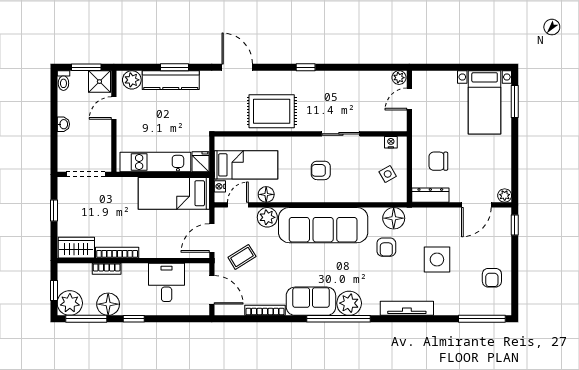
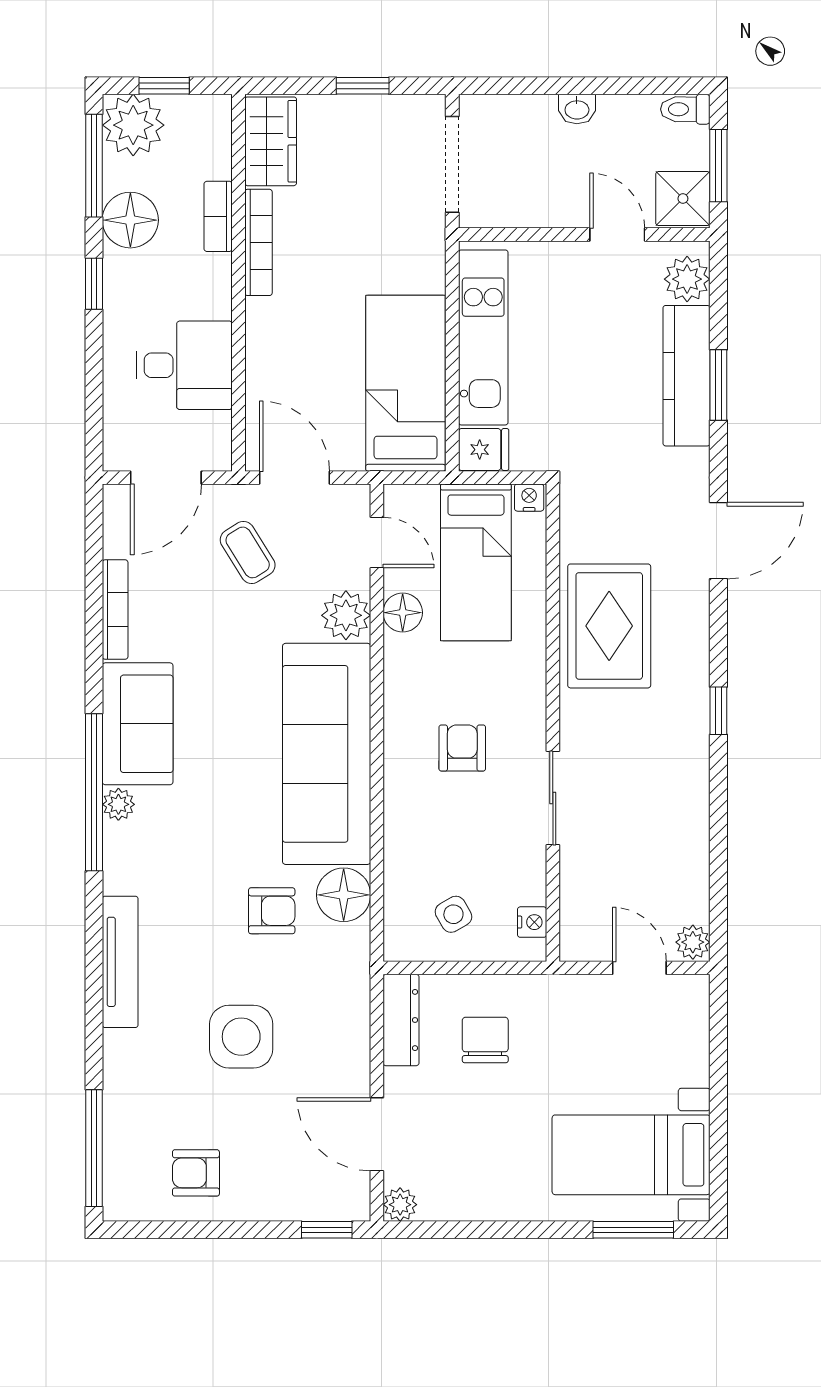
nightstand: (220, 186) -> (529, 498), moved
floor lamp: (394, 218) -> (344, 895), moved
armchair: (386, 247) -> (272, 911), turned 180
plant: (349, 303) -> (118, 804), width x0.53, depth x0.53

